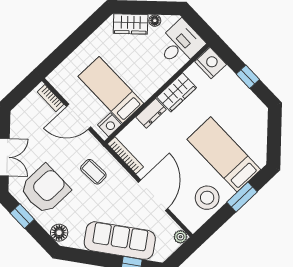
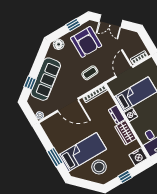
nightstand: (110, 125) -> (131, 115), moved
stool: (207, 198) -> (99, 167), moved

